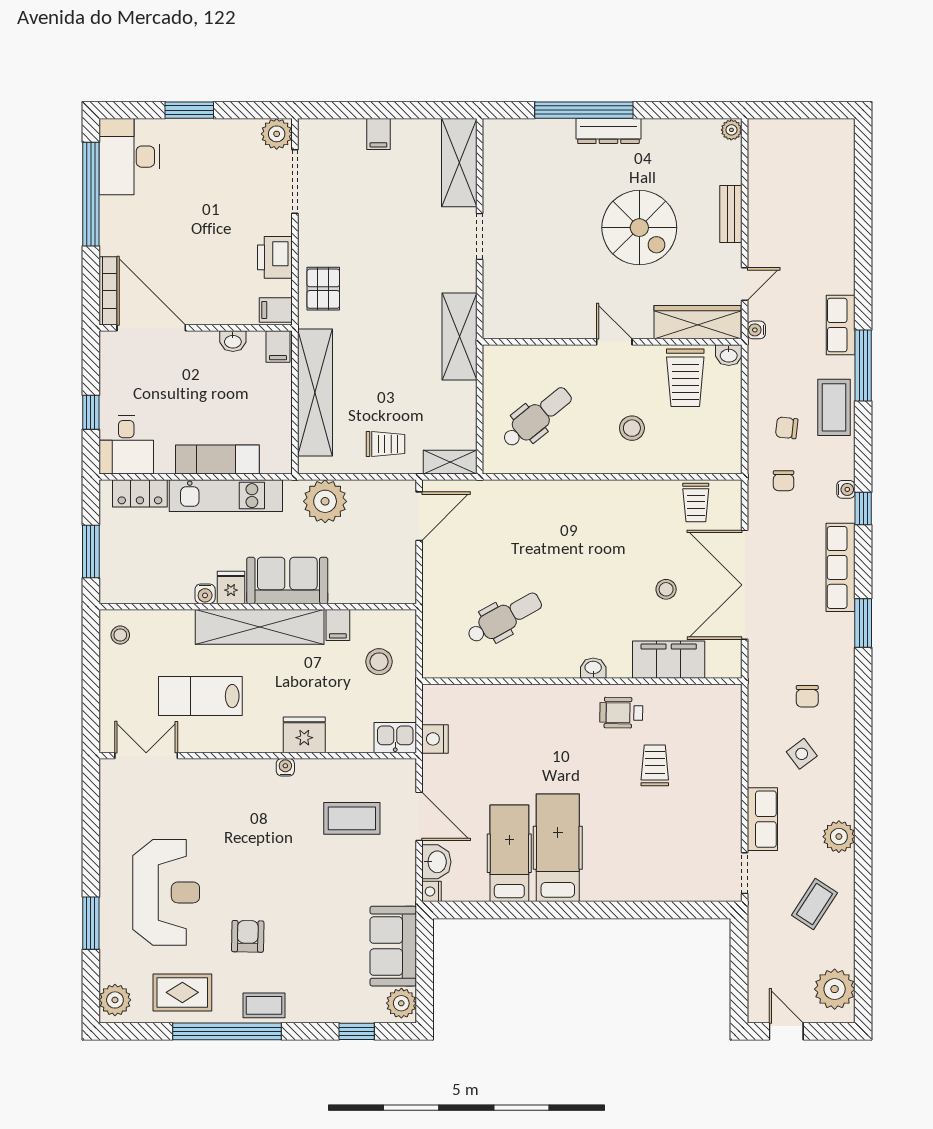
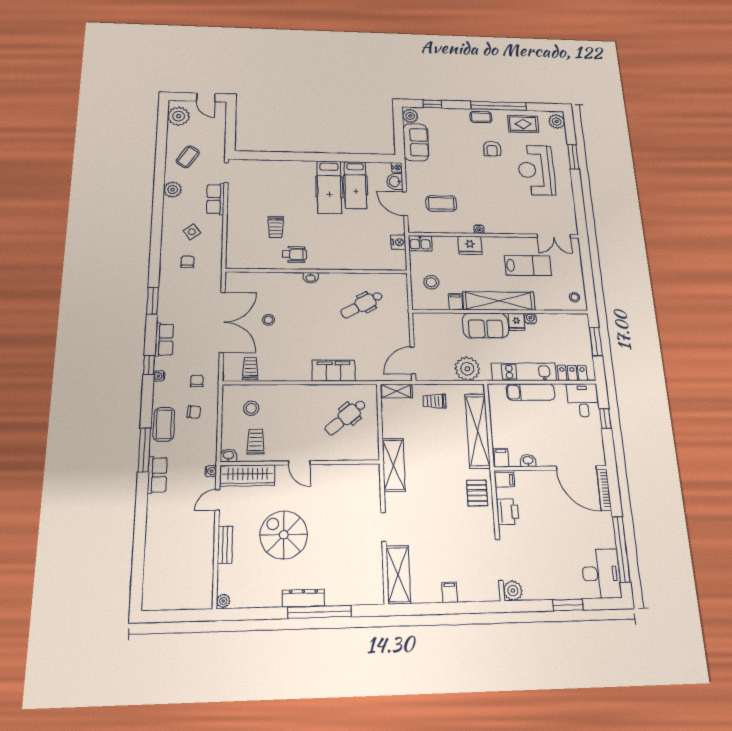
trolley: (685, 378) -> (256, 441), width x0.73, depth x0.72
stool: (632, 428) -> (251, 408), moved
row of seats: (841, 567) -> (164, 340), width x0.68
filing cabinet: (669, 660) -> (334, 371), moved, turned 180

